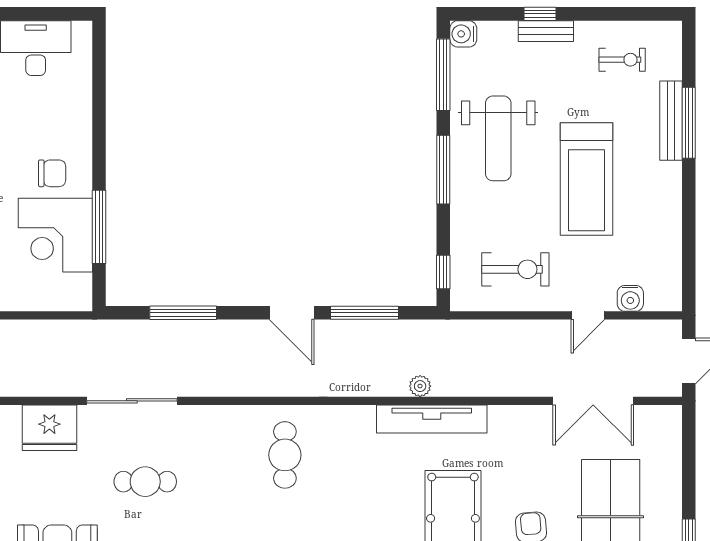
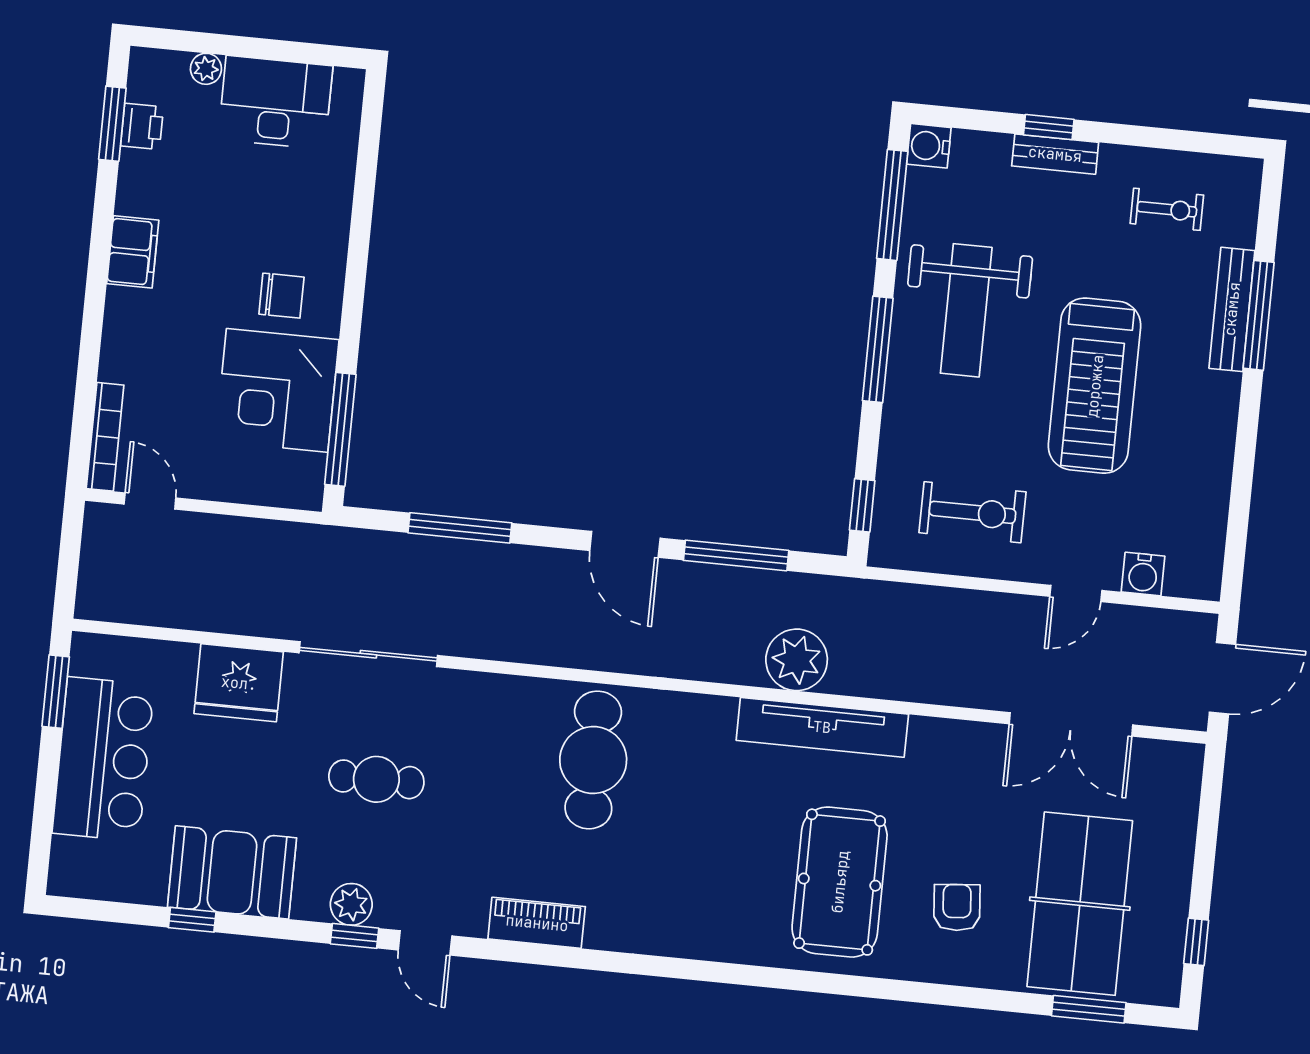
window: (99, 227) -> (340, 429), moved
plant: (420, 386) -> (797, 660), width x1.88, depth x1.88
cafe table: (285, 455) -> (593, 760), width x1.37, depth x1.35

